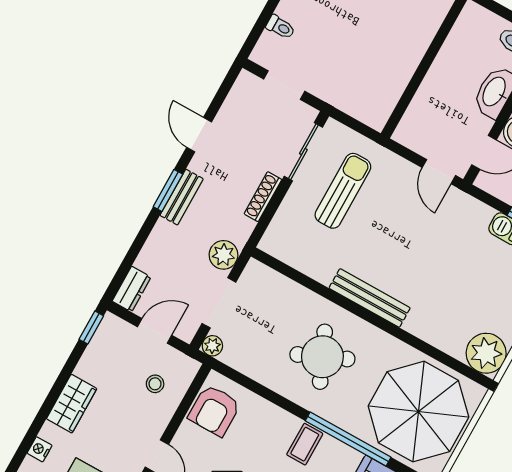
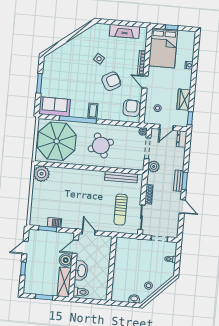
bench: (370, 298) -> (121, 177), moved
wardrobe: (72, 404) -> (184, 100), moved

